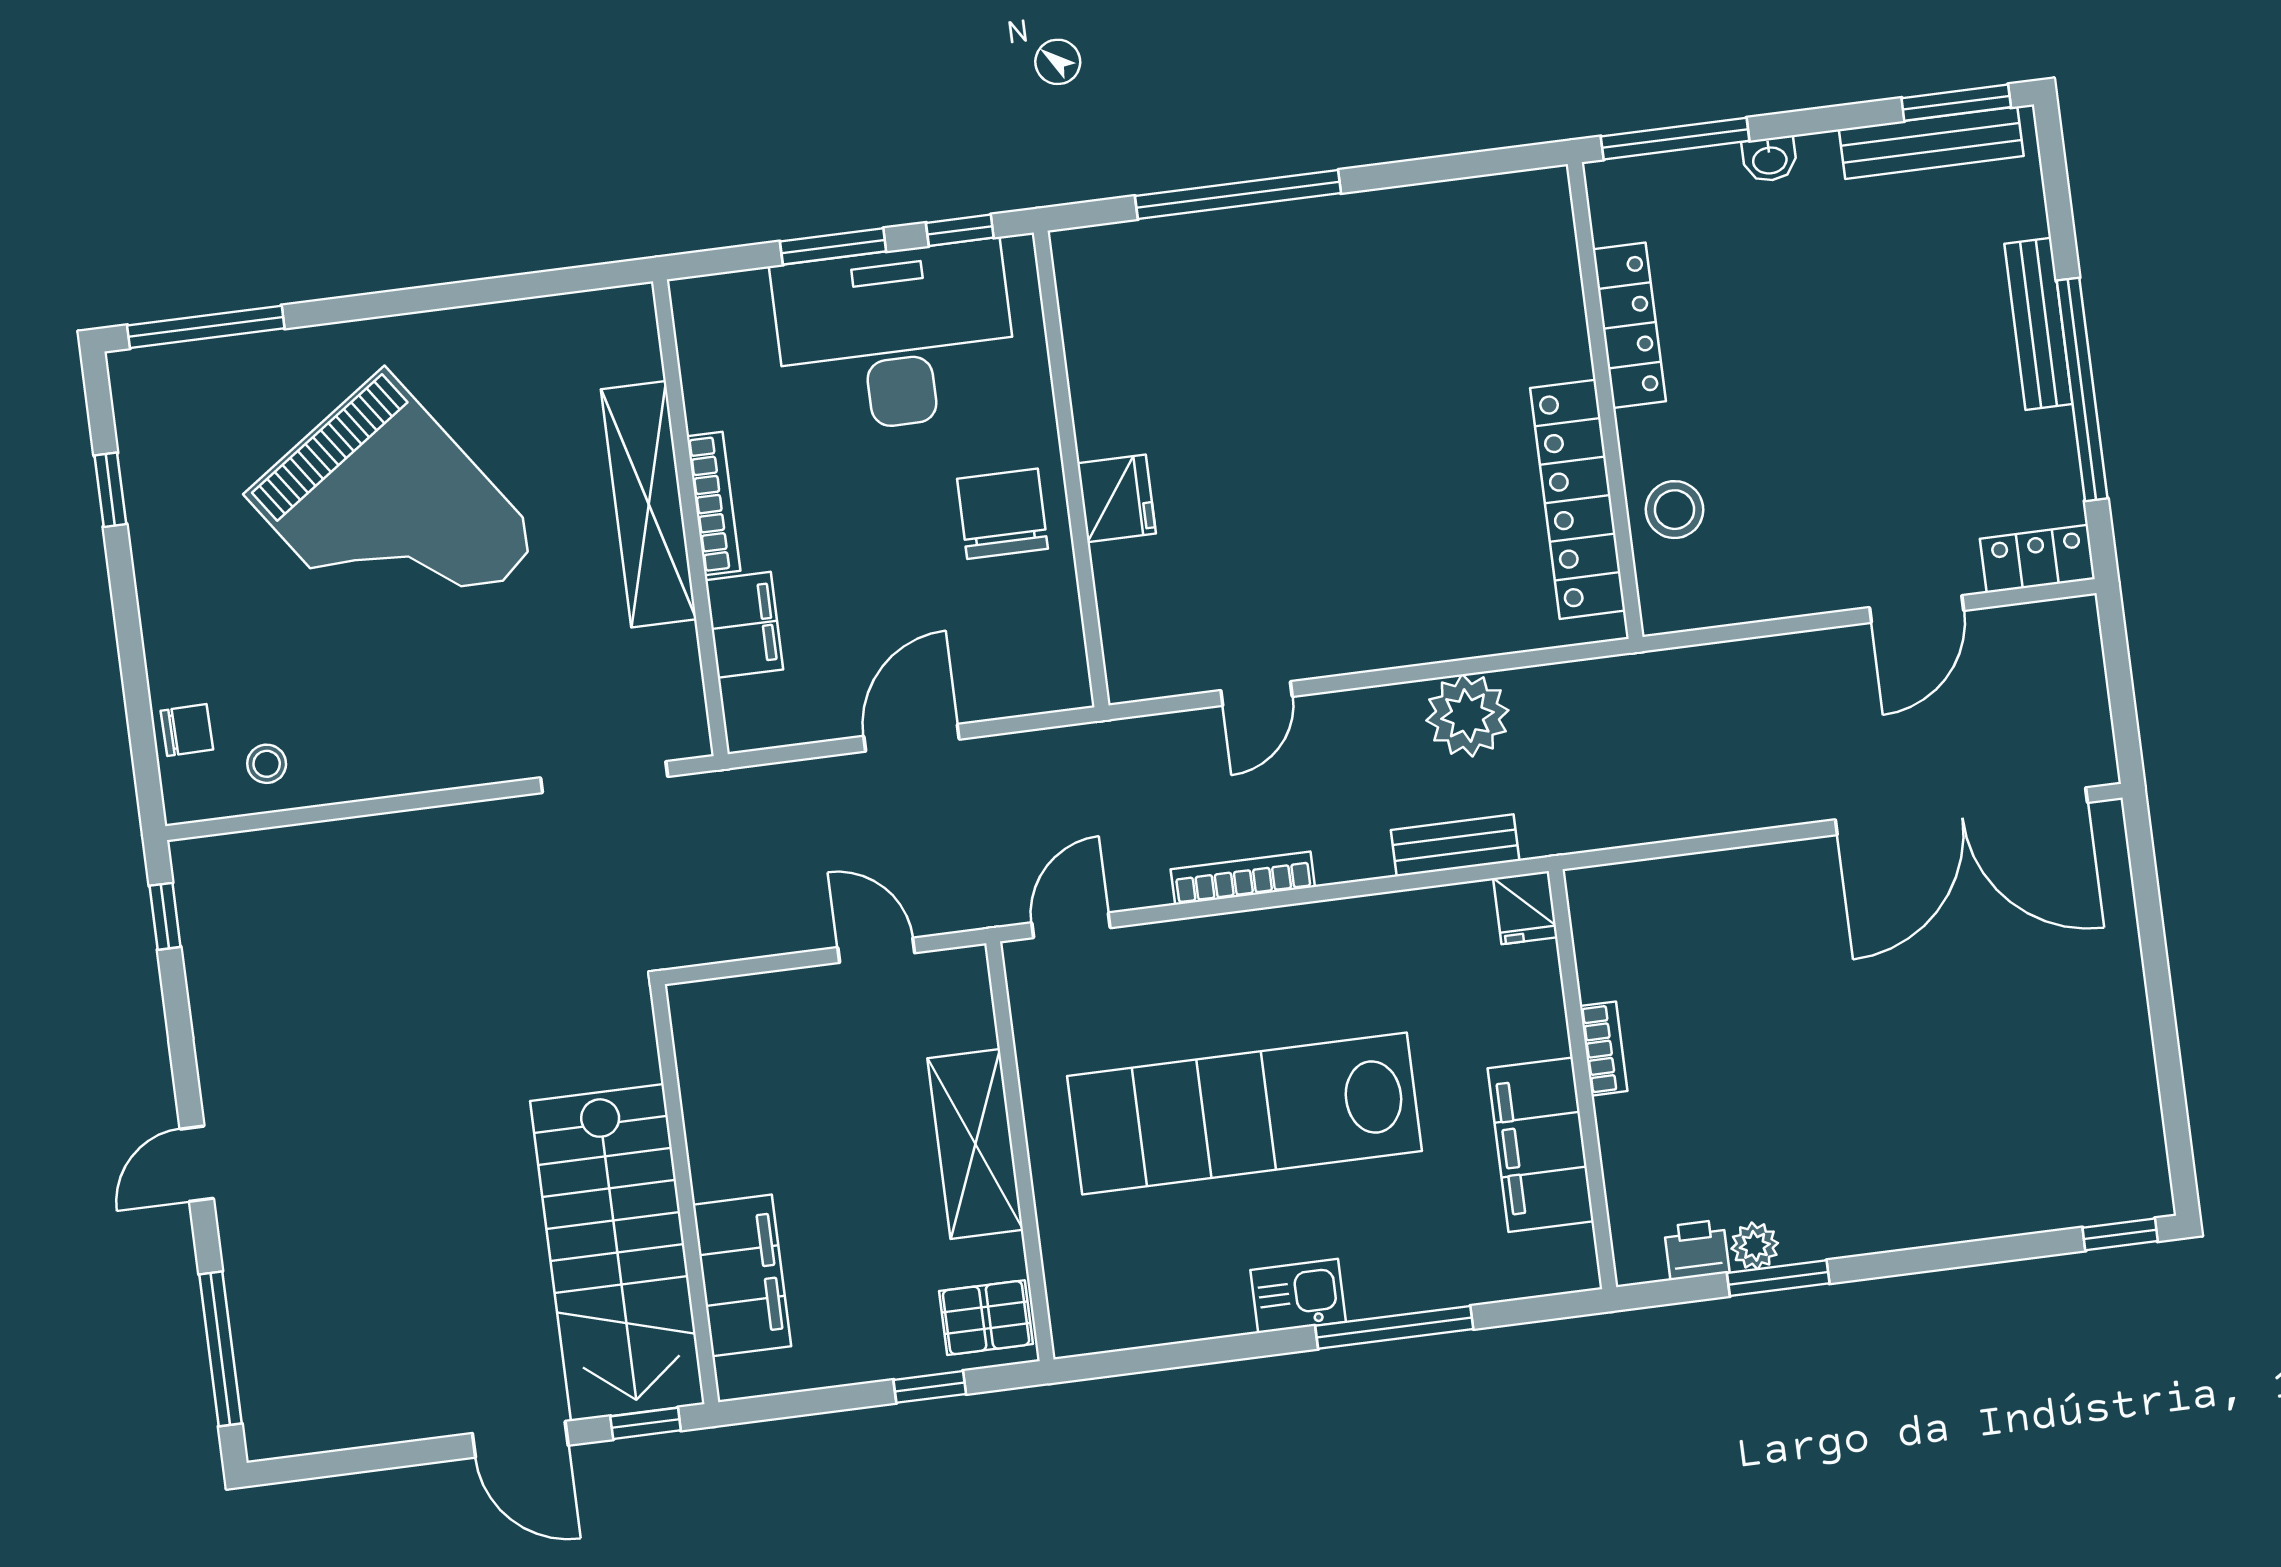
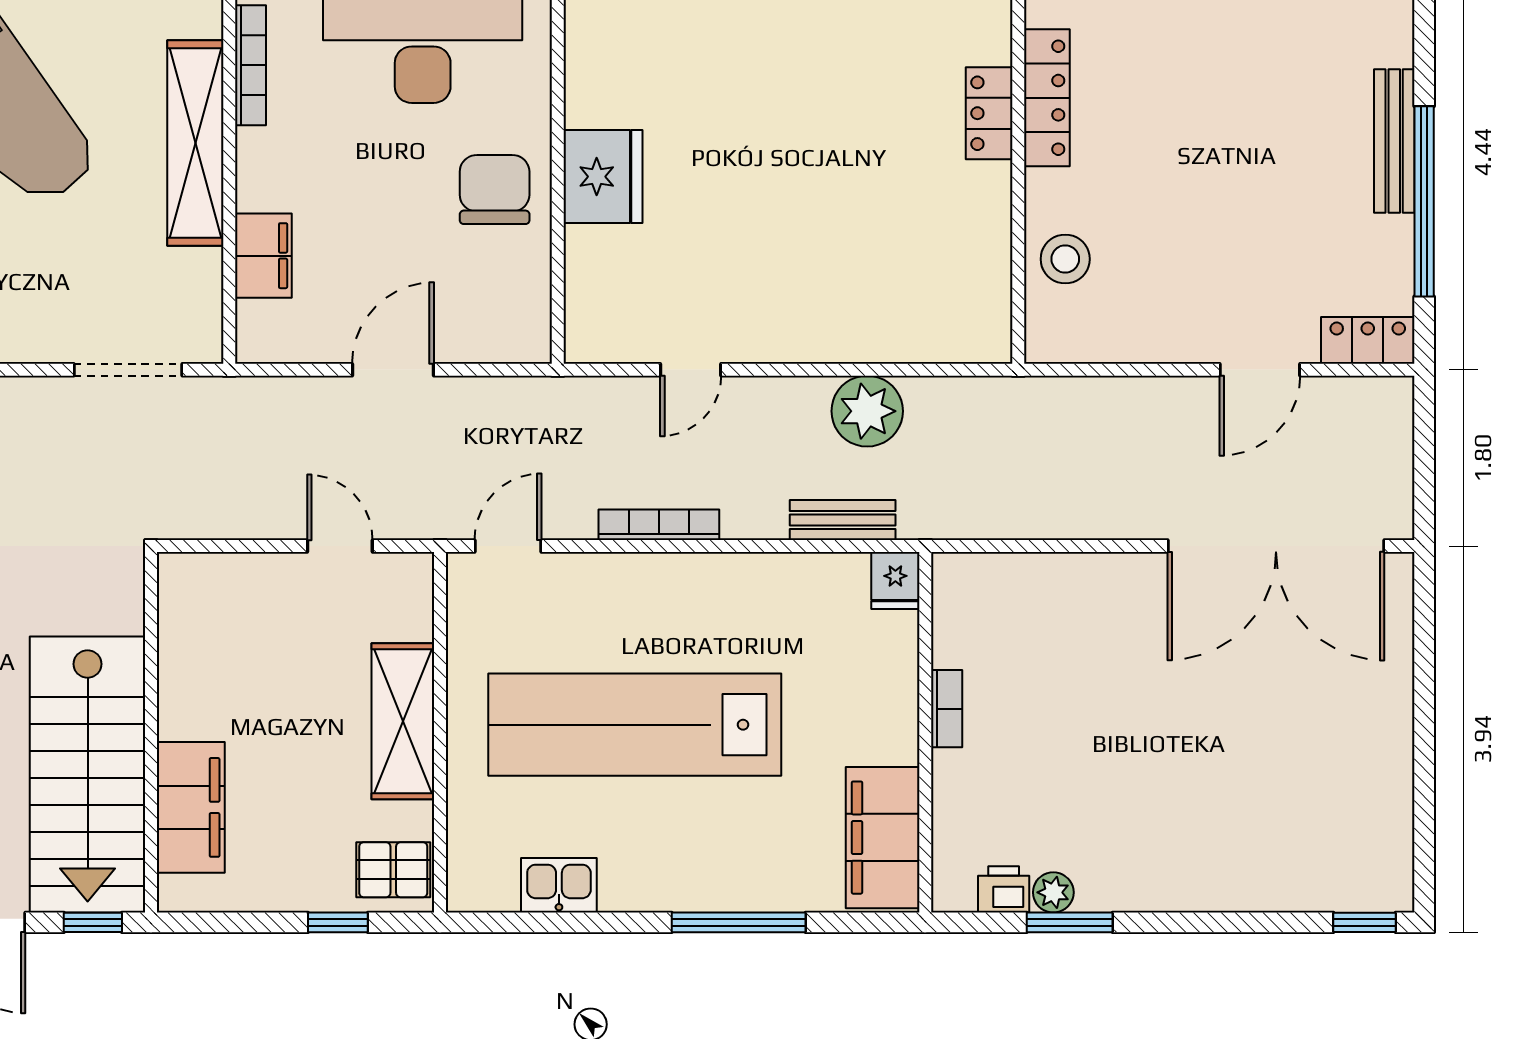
fridge: (1117, 498) -> (603, 177), width x1.36, depth x1.34
locker: (1578, 499) -> (989, 113), moved, width x0.46, depth x0.83
bookcase: (714, 504) -> (251, 65), moved
filing cabinet: (1541, 1145) -> (883, 838), moved
kitchen sink: (1298, 1296) -> (559, 885), moved

